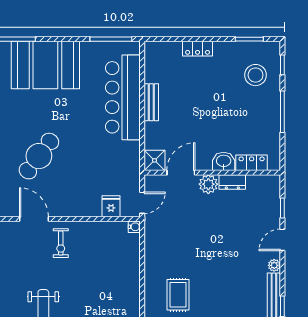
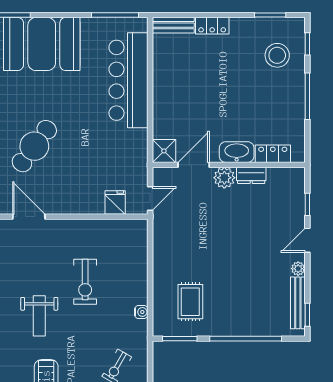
bench: (151, 102) -> (173, 25), moved, turned 90
washbasin: (224, 161) -> (237, 152), width x1.38
water cooler: (134, 227) -> (141, 312), moved
exercise bike: (61, 243) -> (85, 282), moved, width x1.38, depth x1.39

